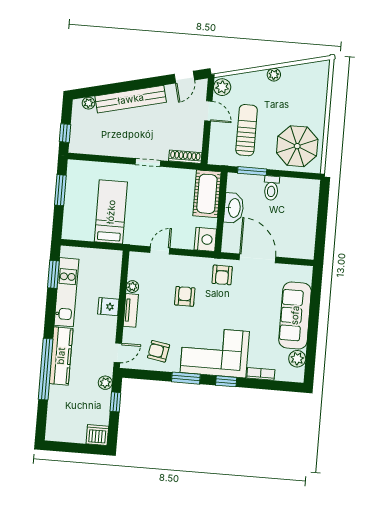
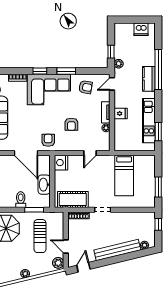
cot: (207, 194) -> (73, 199), moved, turned 90
kitchen counter: (61, 356) -> (149, 79), width x0.67
dishwasher: (97, 435) -> (141, 29), moved

